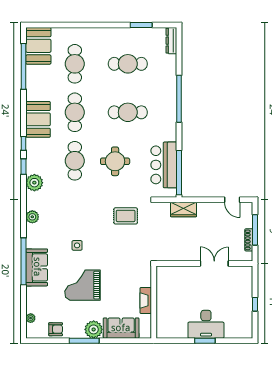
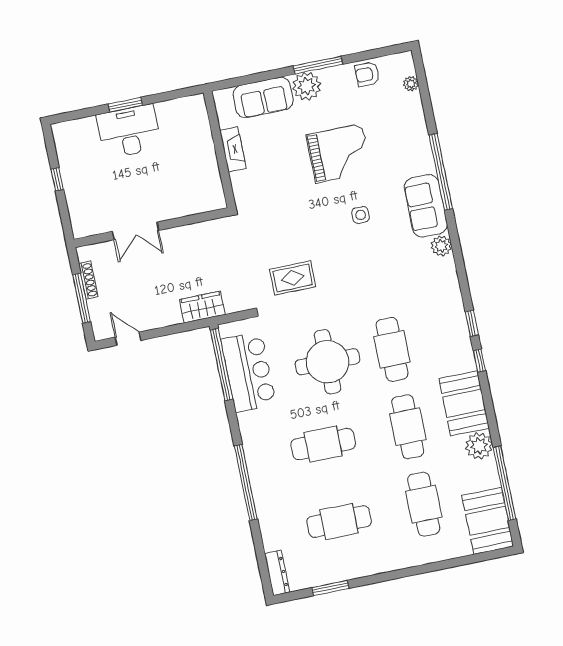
round table: (115, 161) -> (327, 362), width x1.36, depth x1.36
plant: (34, 183) -> (479, 446), moved
sofa: (37, 267) -> (426, 206), moved

